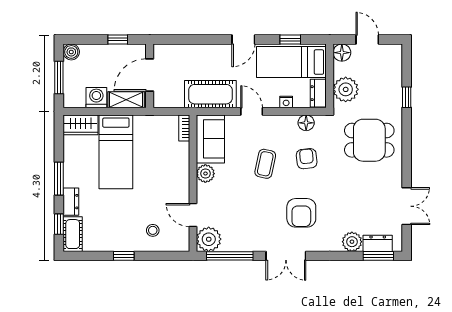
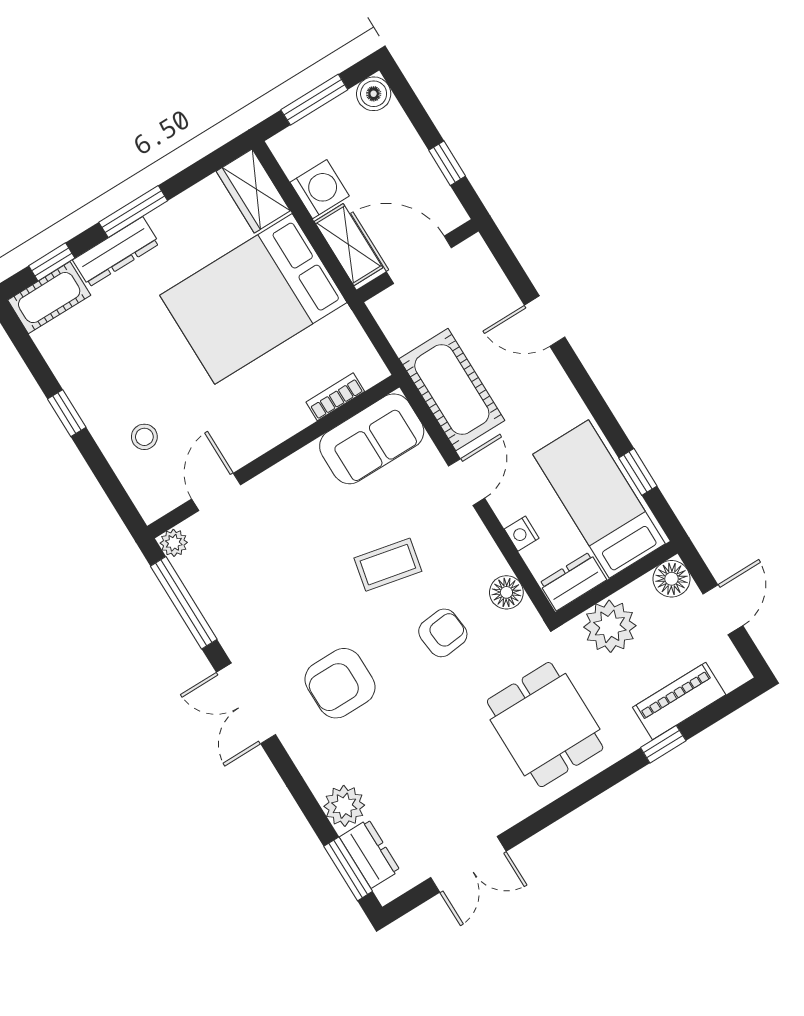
door: (243, 40) -> (545, 321), moved
piano: (393, 80) -> (679, 701), added
bookcase: (184, 128) -> (335, 397), moved
bed: (116, 152) -> (253, 299), width x1.50
plant: (205, 174) -> (304, 468), removed
dresser: (71, 202) -> (116, 252), width x1.44
plant: (209, 239) -> (174, 543), width x0.53, depth x0.53

